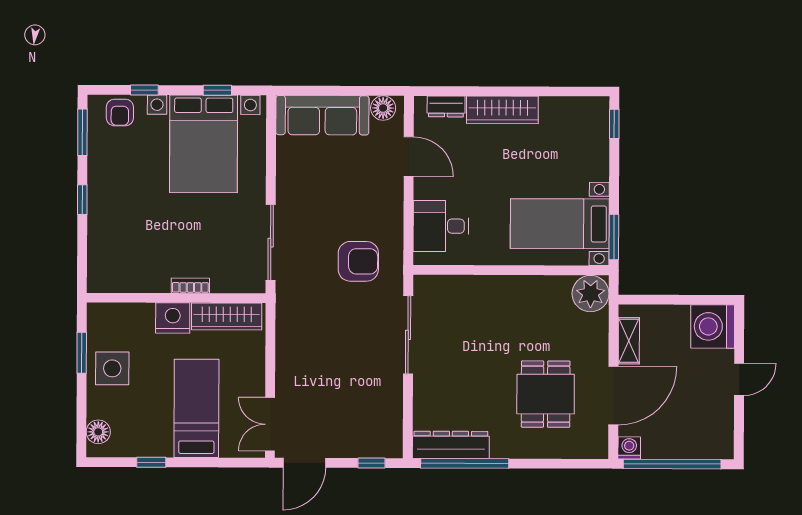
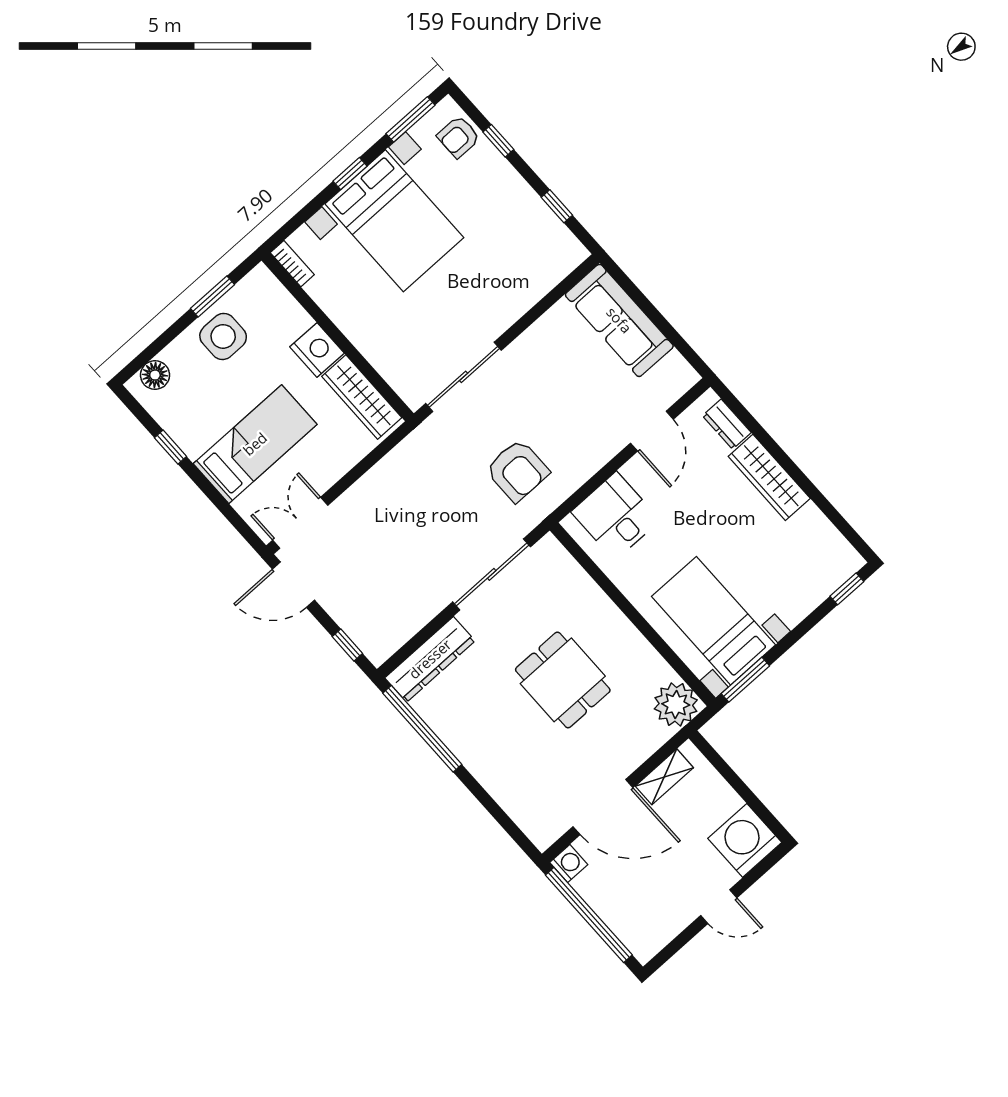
floor lamp: (383, 108) -> (675, 369), removed
bed with nightstands: (204, 144) -> (394, 221), moved, turned -90
bookcase: (190, 286) -> (292, 264), moved
dining table: (546, 394) -> (563, 680), moved, turned 90
dresser: (451, 445) -> (430, 659), moved, turned 90

